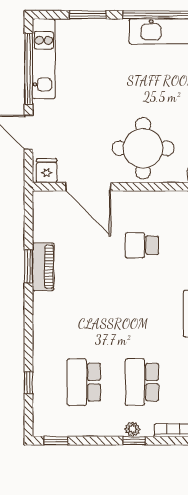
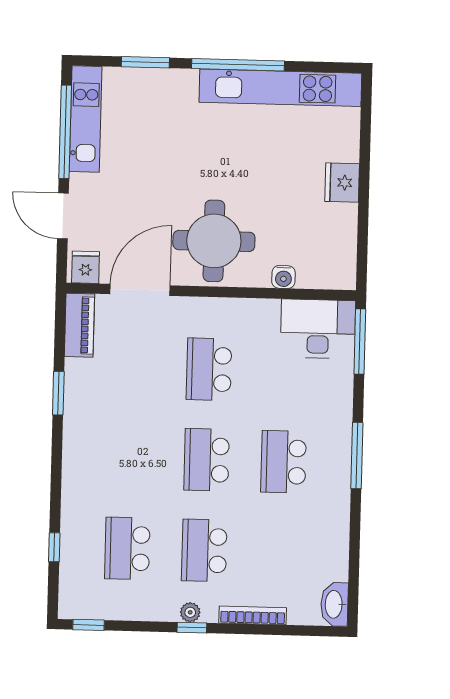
door: (88, 187) -> (140, 290), swing flipped
school desk: (142, 245) -> (209, 369), width x1.85
piano: (43, 267) -> (79, 325), moved
school desk: (142, 314) -> (207, 460), added

